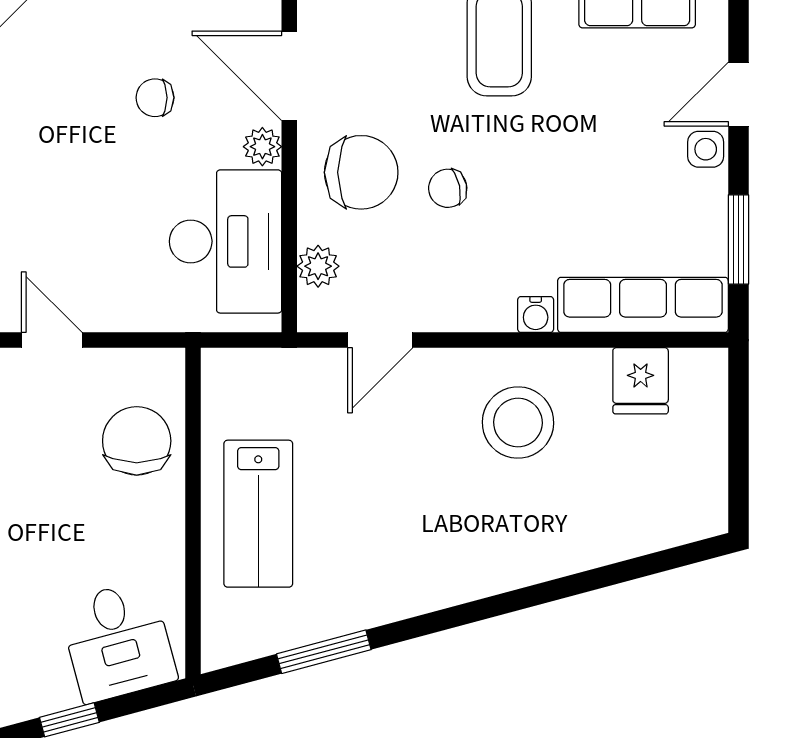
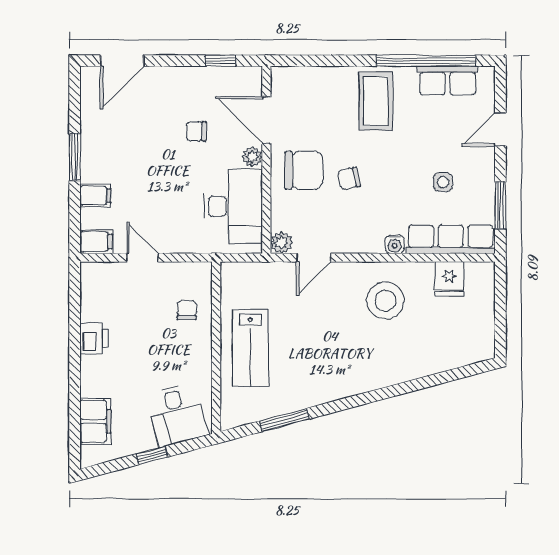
side table: (706, 149) -> (443, 182), moved
plant: (318, 266) -> (281, 243), moved
chair: (137, 441) -> (187, 310), width x0.54, depth x0.54

